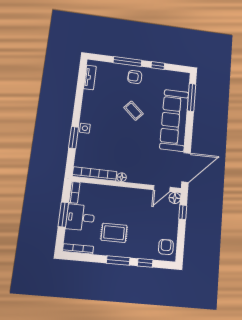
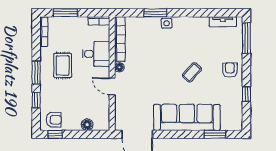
window: (127, 62) -> (246, 38), moved
window: (191, 97) -> (215, 134), width x0.69
door: (162, 189) -> (112, 86), moved
floor lamp: (175, 198) -> (87, 125), moved
window: (183, 212) -> (55, 134), moved
window: (63, 214) -> (65, 13), moved
desk: (80, 217) -> (96, 54), moved, turned 90

